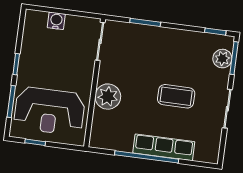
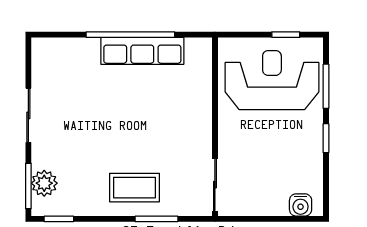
water cooler: (56, 21) -> (301, 205), moved
coffee table: (176, 96) -> (134, 188), moved
plant: (108, 97) -> (194, 110), removed
row of seats: (164, 147) -> (142, 51), moved

